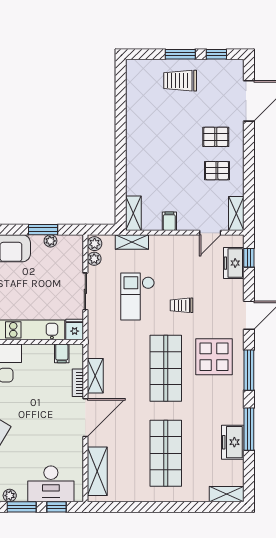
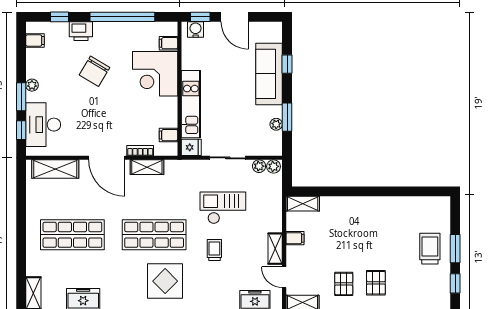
shelving: (132, 242) -> (275, 249), moved

